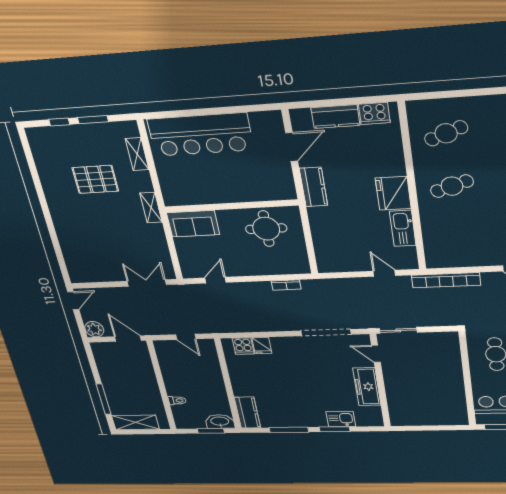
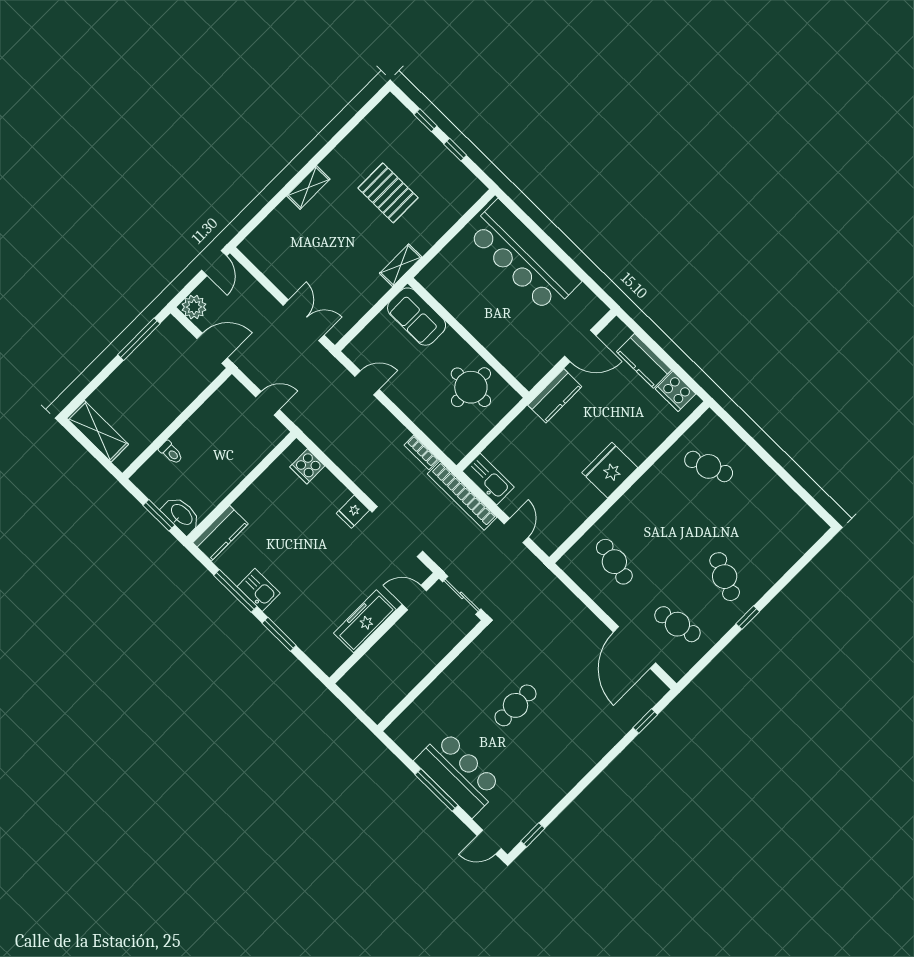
window: (93, 120) -> (455, 150), width x0.67
shelving: (137, 154) -> (308, 187), moved
cafe table: (452, 186) -> (614, 562), moved, turned 30
kitchen sink: (403, 228) -> (488, 479), moved, turned 90
bookcase: (446, 280) -> (462, 496), moved
door: (73, 301) -> (214, 263), hinge flipped
door: (186, 337) -> (268, 403), swing flipped
door: (128, 339) -> (212, 348), hinge flipped
fridge: (262, 346) -> (353, 512), moved
door: (376, 354) -> (414, 598), hinge flipped
wall: (467, 379) -> (432, 676), moved
window: (103, 399) -> (139, 339), moved
kitchen sink: (341, 419) -> (259, 590), moved

